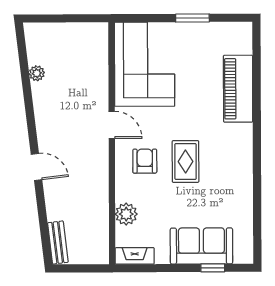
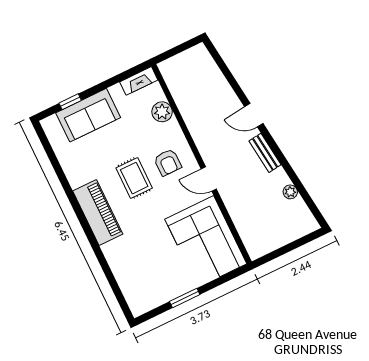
piano: (238, 89) -> (98, 213), moved
bench: (58, 242) -> (265, 153), moved

